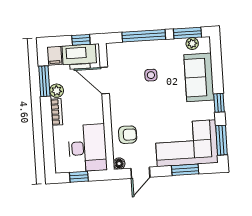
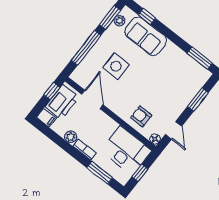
side table: (151, 75) -> (116, 66), width x1.87, depth x1.87
window: (44, 81) -> (100, 173), moved
door: (105, 81) -> (92, 99), swing flipped
window: (219, 103) -> (147, 16), moved
armchair: (128, 135) -> (141, 116), turned -90
corner sofa: (186, 143) -> (181, 83), removed

